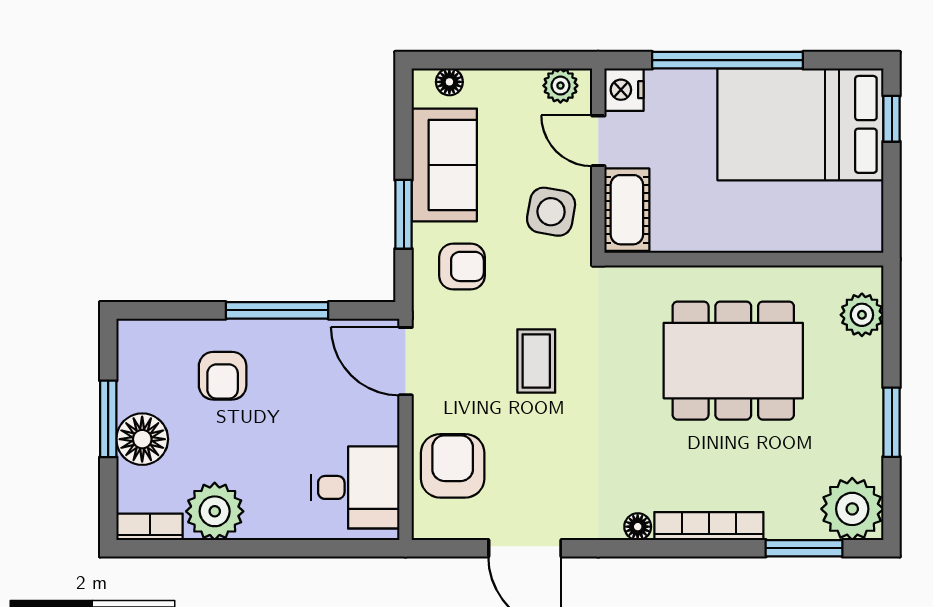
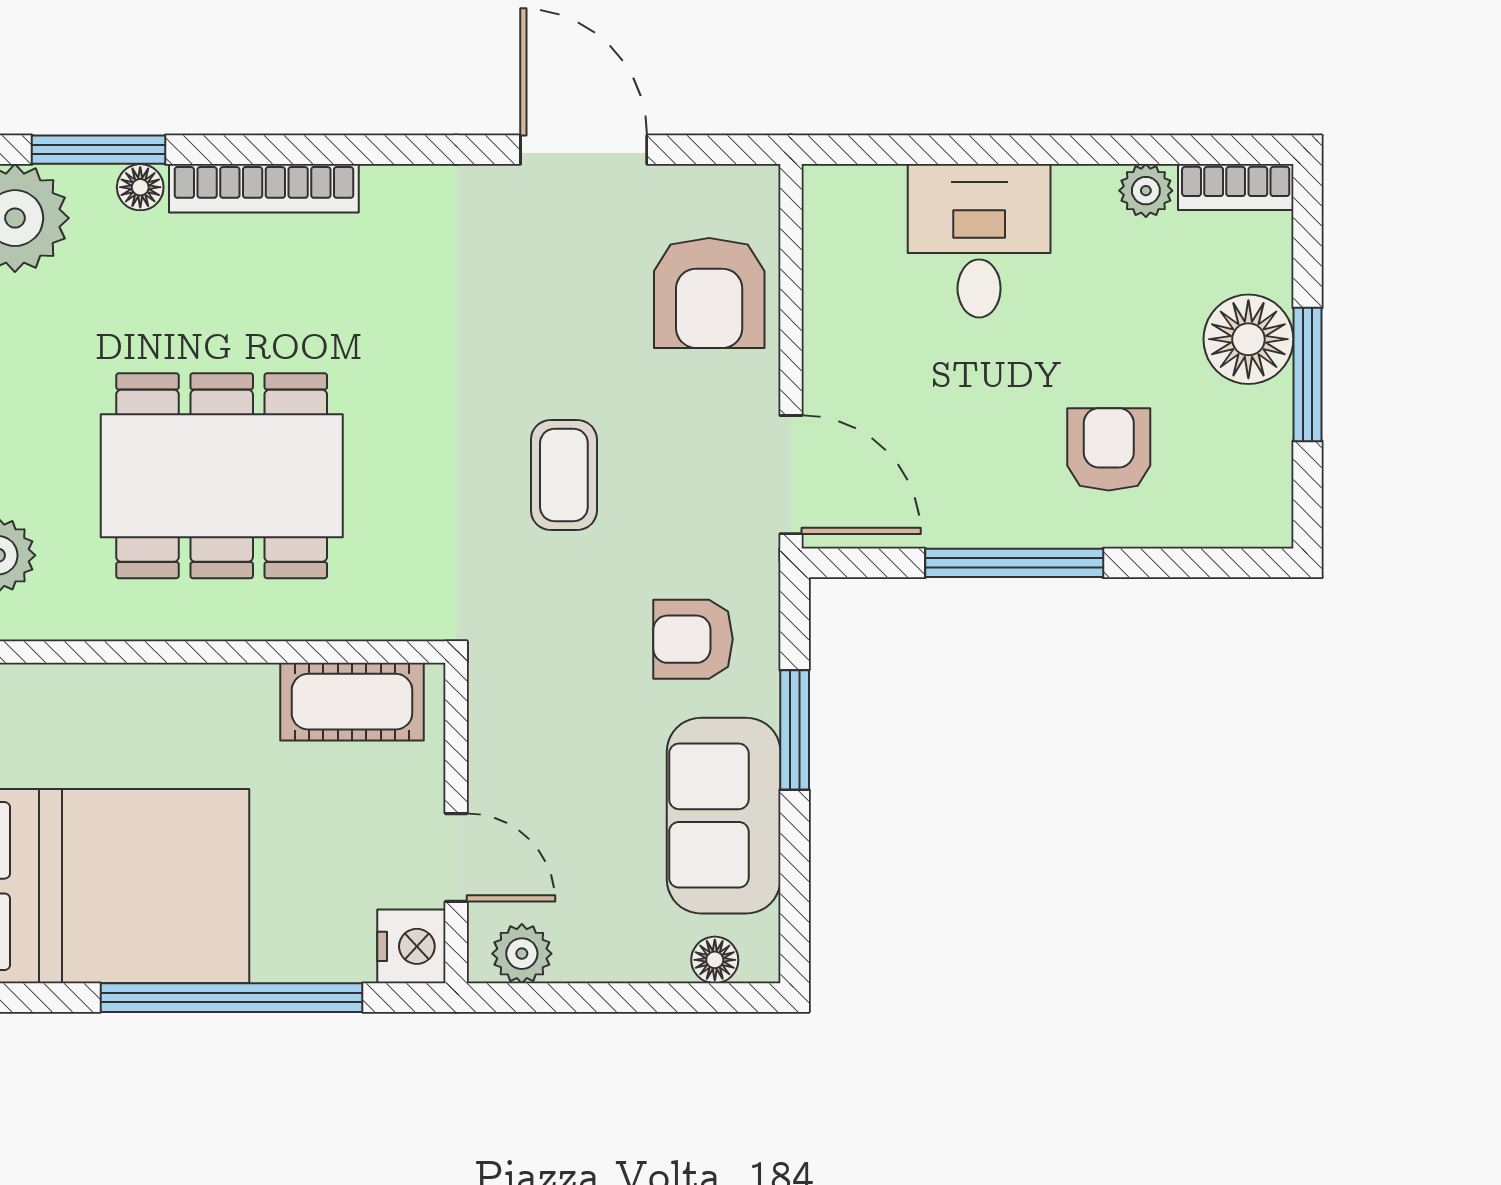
cot: (627, 210) -> (352, 702), moved, turned 90
side table: (551, 212) -> (538, 734), removed
desk: (355, 487) -> (979, 241), moved, turned 90
plant: (215, 511) -> (1146, 191), width x0.53, depth x0.53
floor lamp: (638, 527) -> (140, 187), moved

